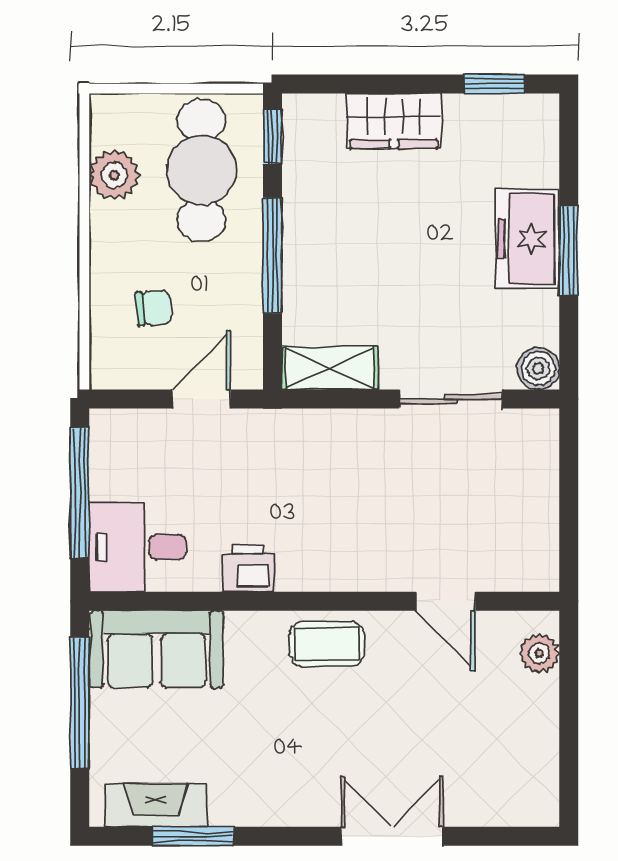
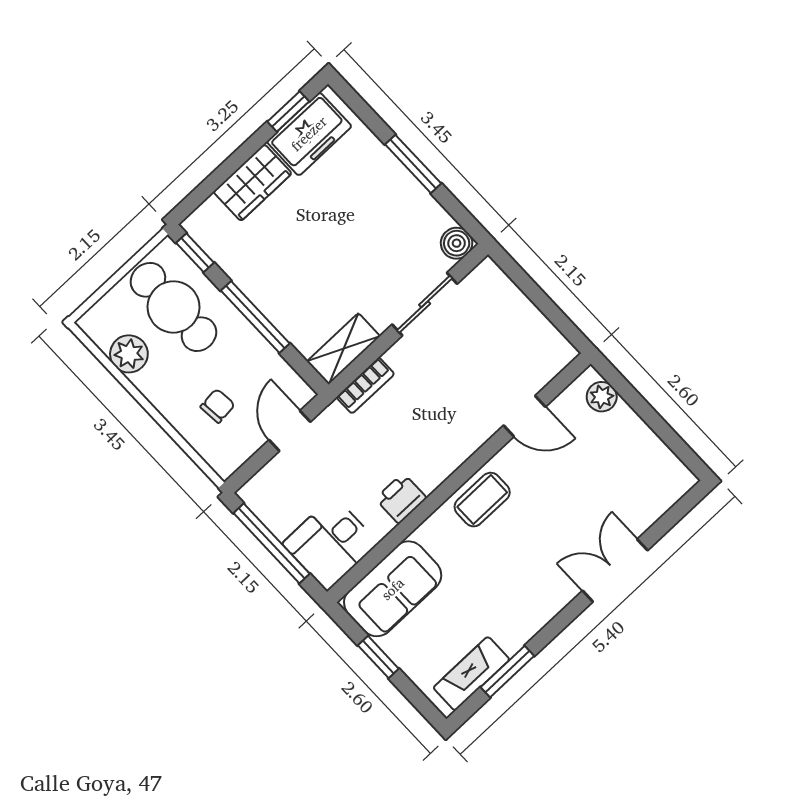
freezer: (527, 239) -> (309, 134), moved, turned -90
bookcase: (317, 424) -> (365, 386), added
window: (80, 703) -> (378, 657), width x0.46

